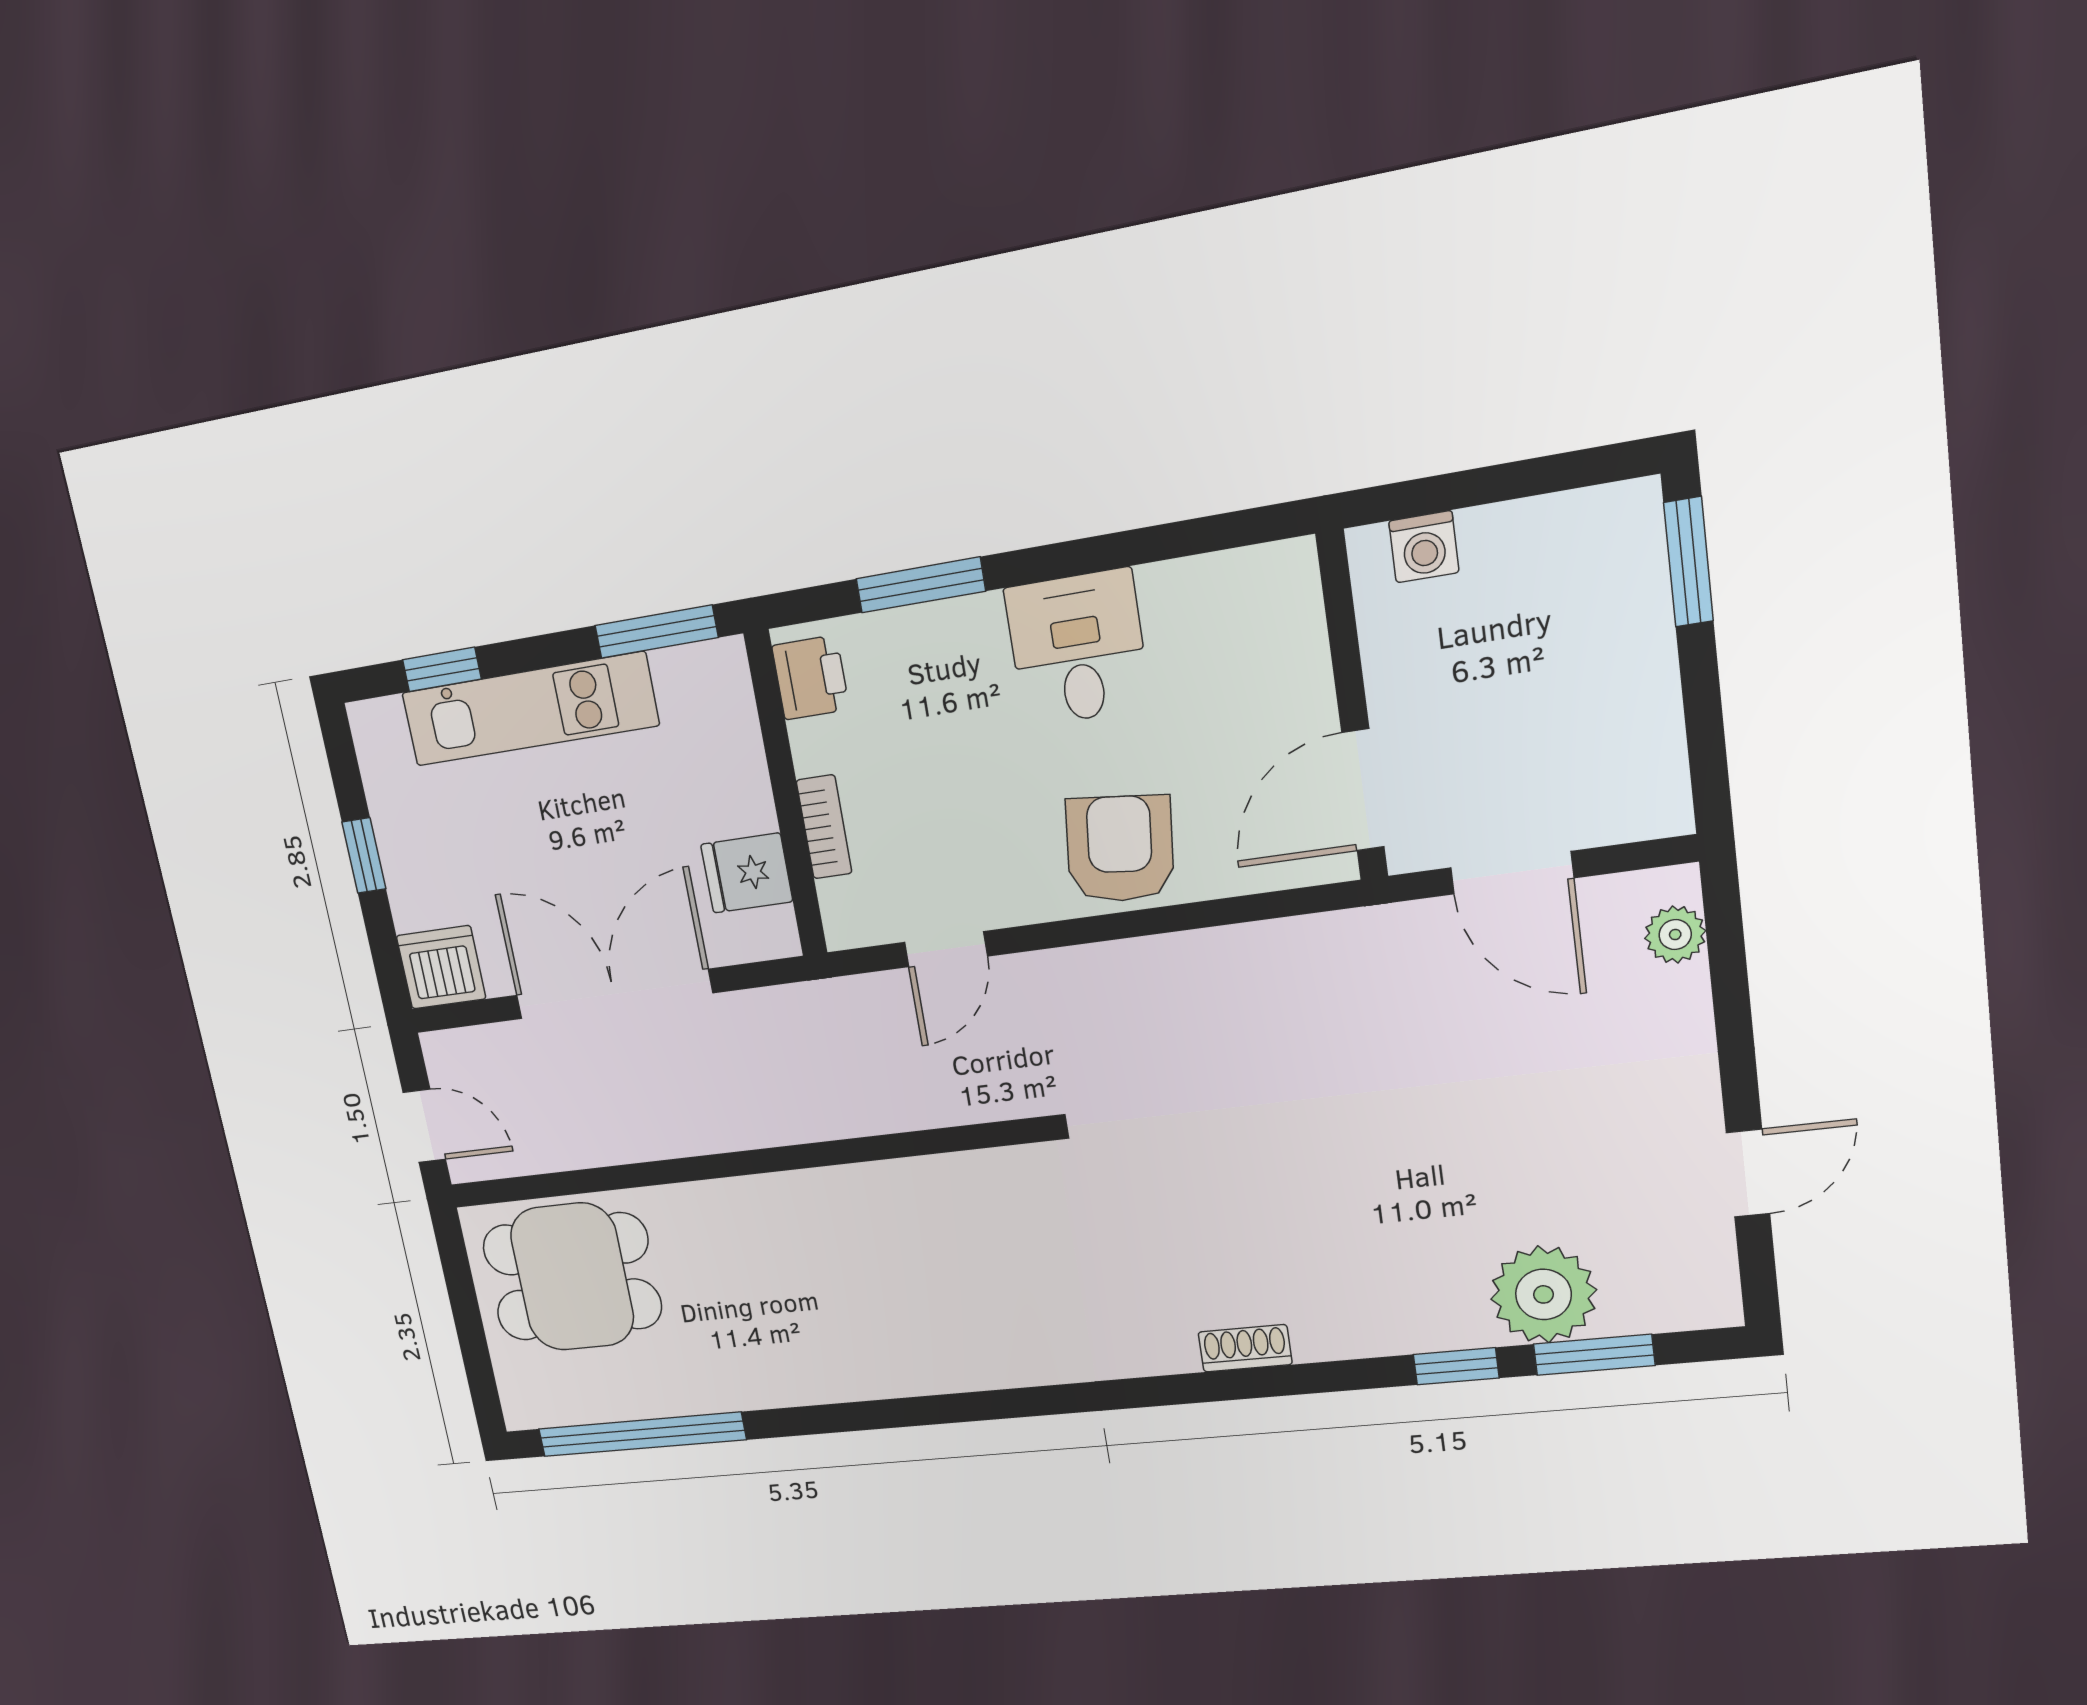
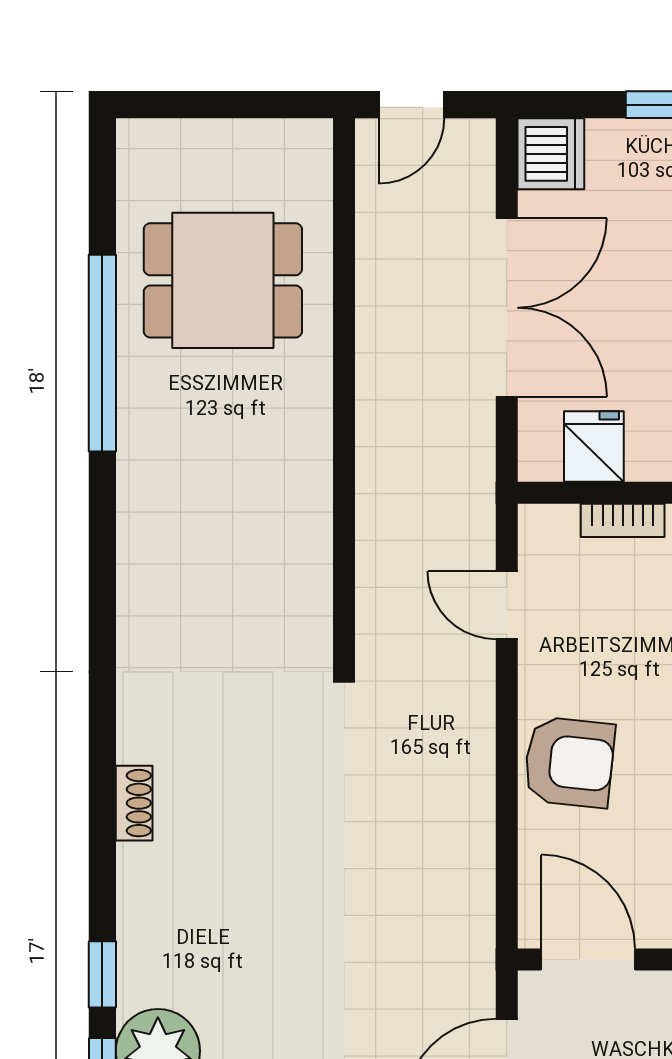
dining table: (572, 1277) -> (223, 280), moved, turned 90
window: (642, 1434) -> (102, 353), moved

